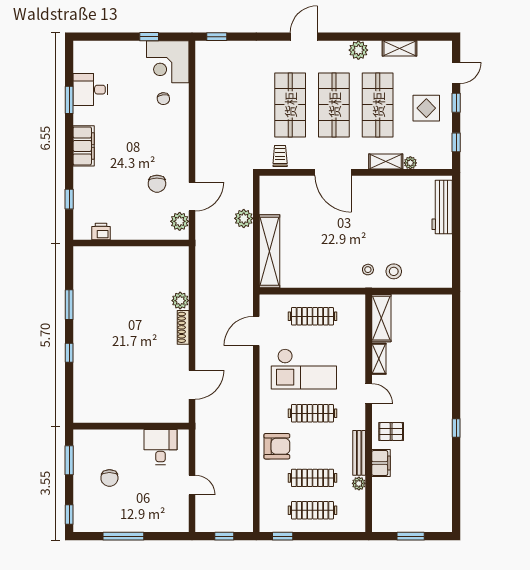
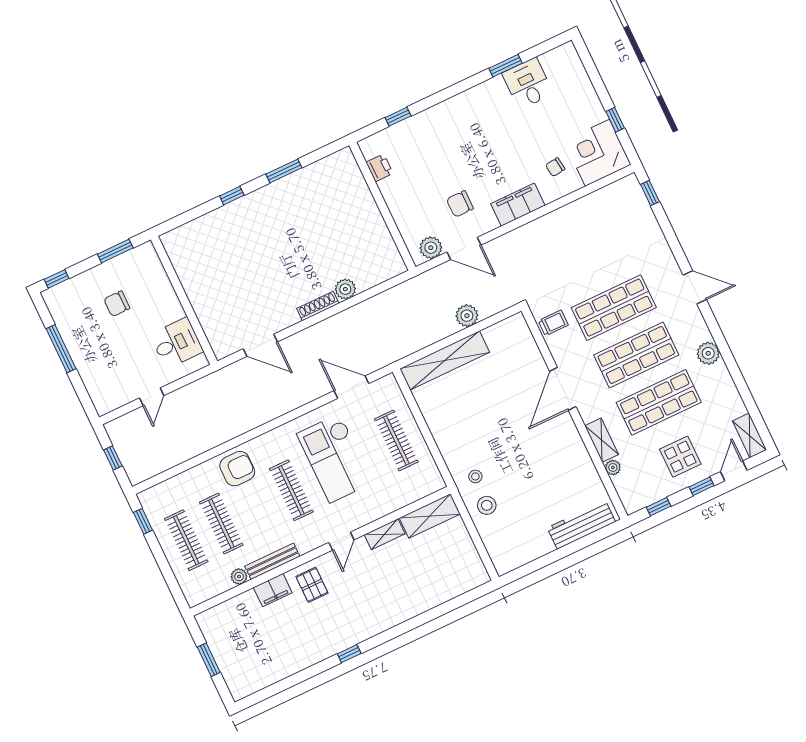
shelving: (400, 48) -> (750, 435), moved
door: (456, 73) -> (734, 471), swing flipped
filing cabinet: (84, 146) -> (518, 205), moved, turned 180
armchair: (277, 446) -> (237, 469), turned -90

